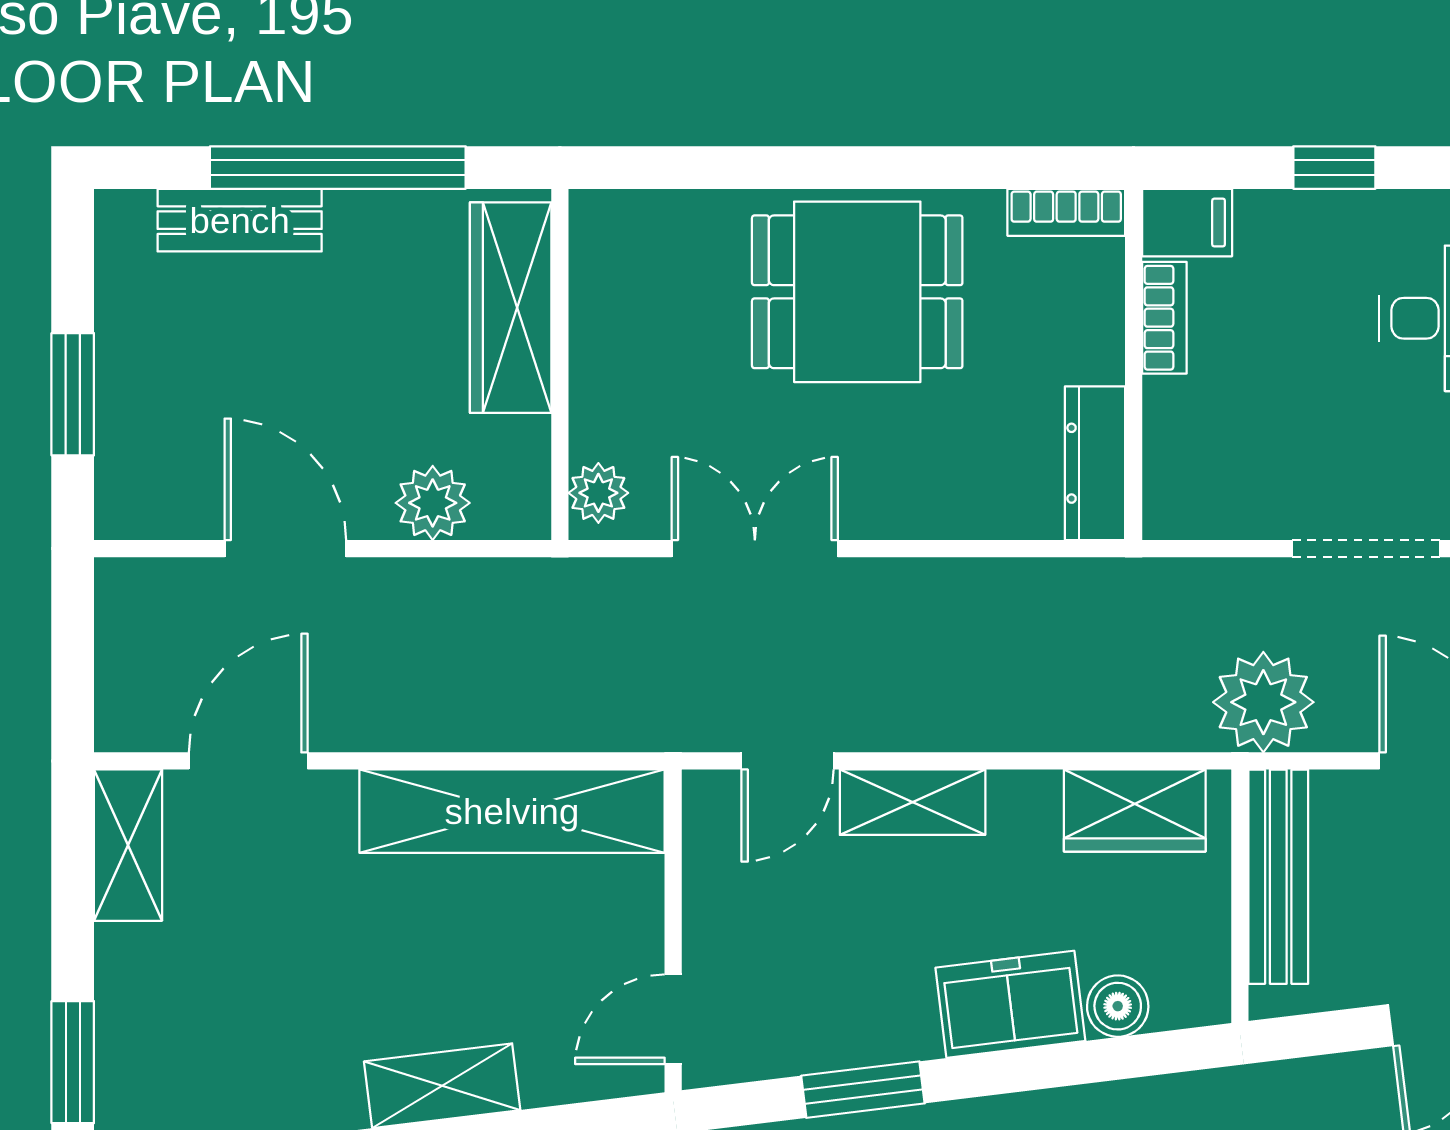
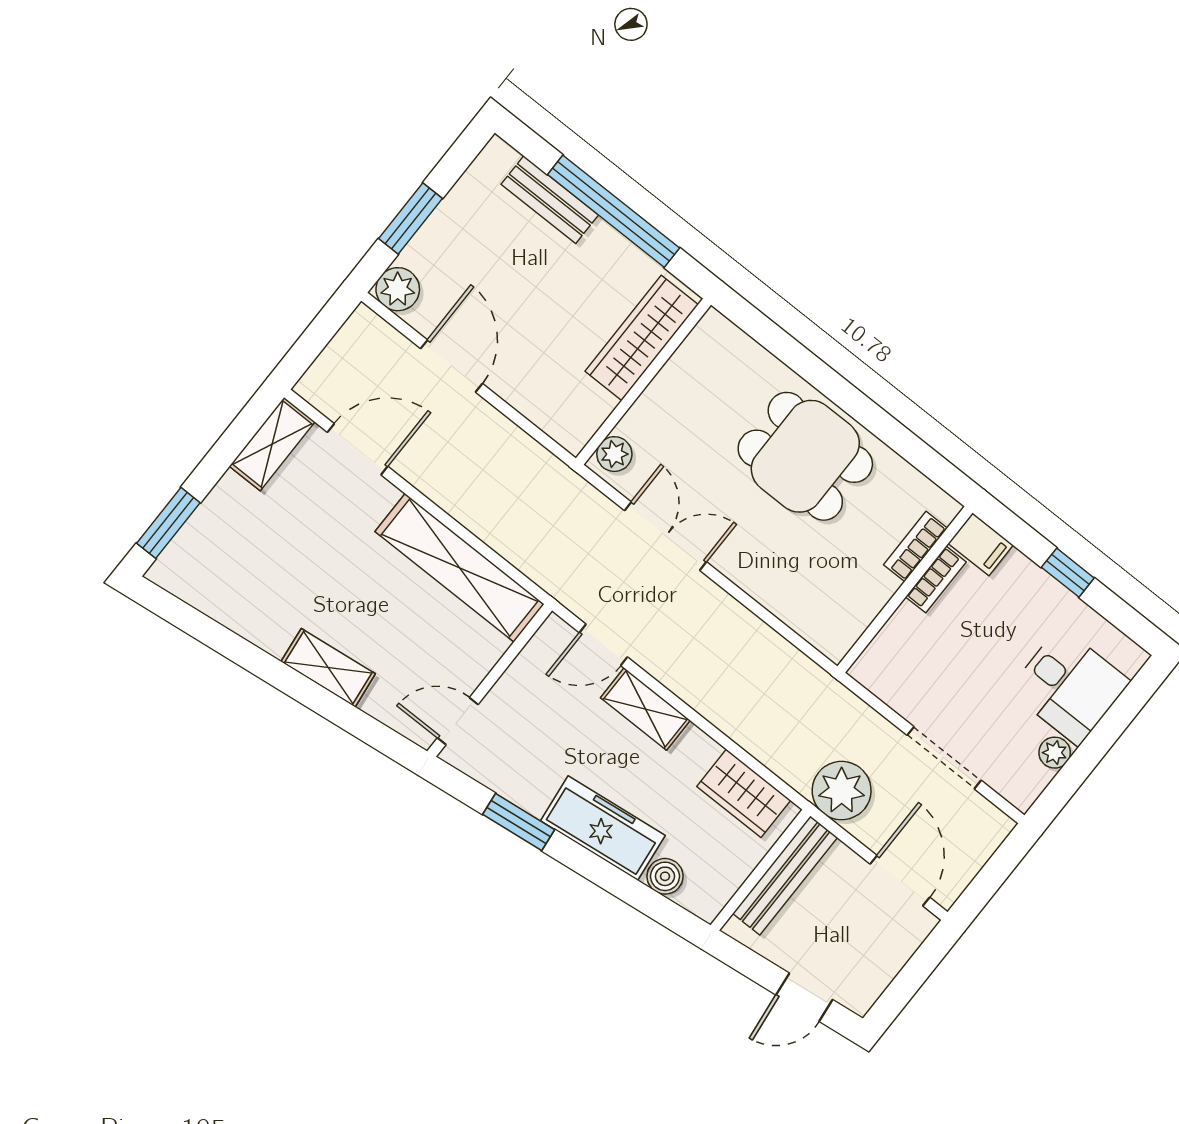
bookcase: (1066, 212) -> (915, 546), moved, turned 90
dresser: (1095, 463) -> (852, 621), removed
plant: (433, 503) -> (398, 289), moved
freezer: (1010, 1004) -> (603, 828), width x1.40

